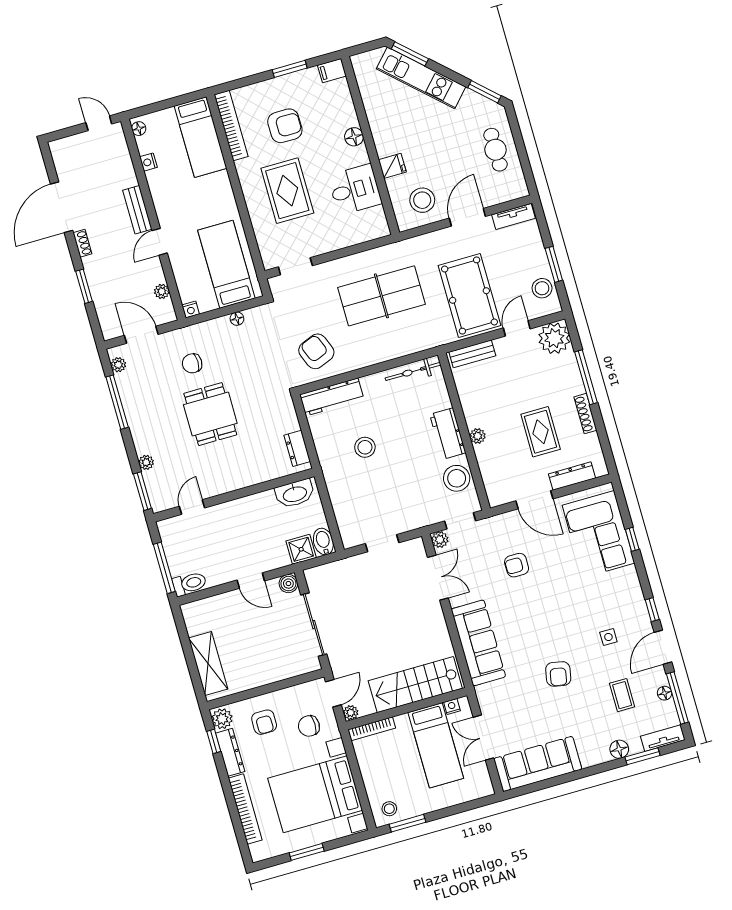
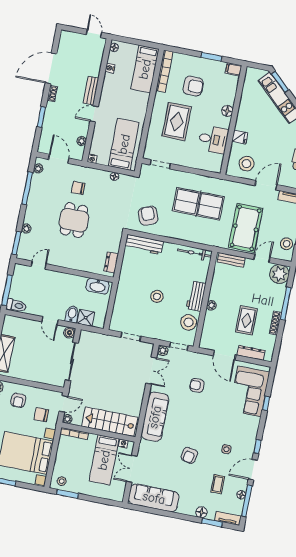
stool: (365, 447) -> (157, 297), moved
bidet: (323, 542) -> (72, 314), moved

